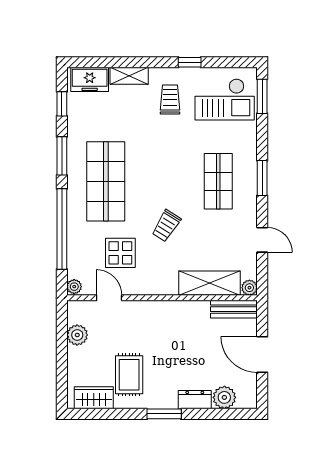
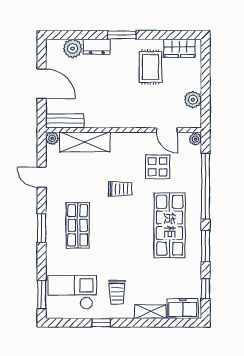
trolley: (166, 226) -> (120, 189), turned 58

